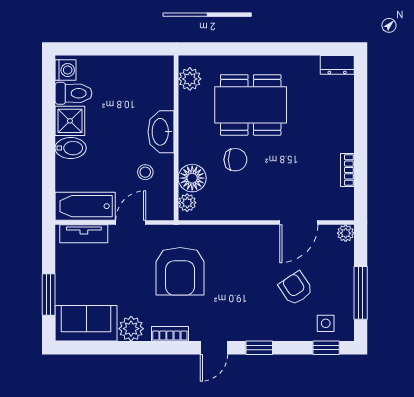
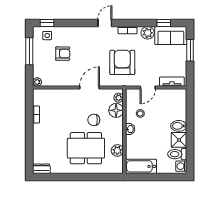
plant: (190, 79) -> (117, 150), moved
washbasin: (161, 132) -> (130, 129), width x0.52, depth x0.69
bathtub: (85, 206) -> (141, 166), moved, turned 180
door: (299, 222) -> (90, 88), moved
armchair: (296, 288) -> (63, 54), turned -56
window: (259, 348) -> (164, 23), moved

